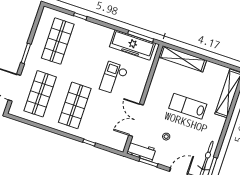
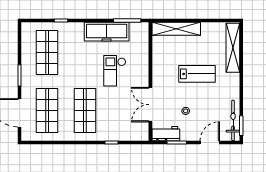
freezer: (132, 45) -> (107, 32), moved
lab bench: (188, 106) -> (197, 74), turned 180

